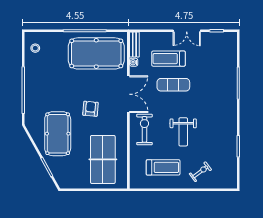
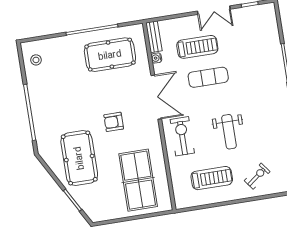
pool table: (96, 53) -> (110, 55), width x0.73, depth x0.76
treadmill: (168, 59) -> (197, 47), turned 180
armchair: (90, 109) -> (114, 122), turned -95

